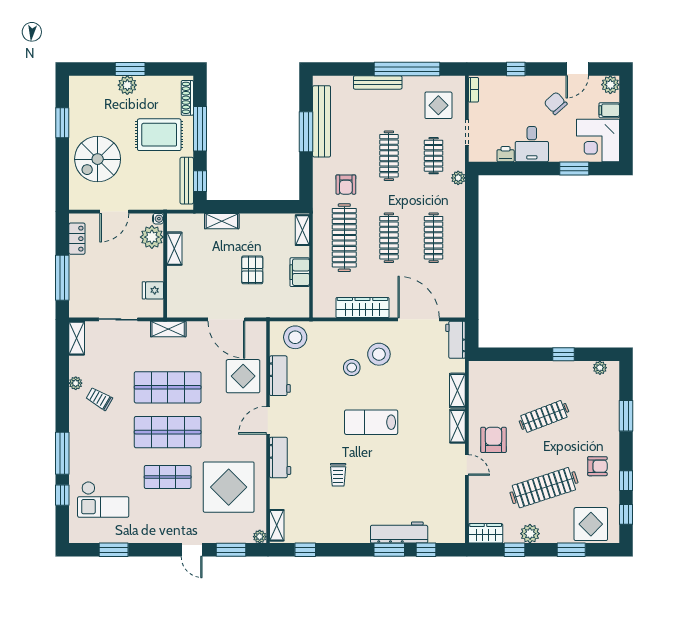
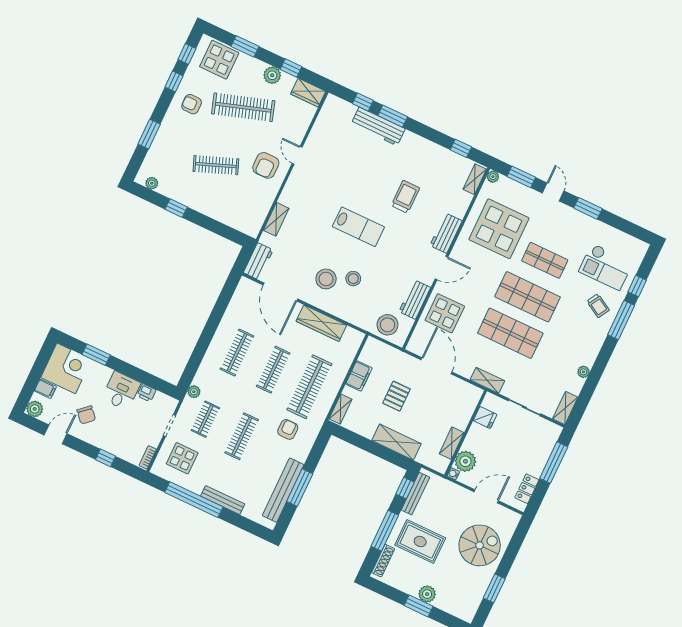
shelving: (222, 221) -> (396, 442), width x1.50, depth x1.33
trolley: (99, 399) -> (598, 306), moved
shelving: (458, 426) -> (290, 190), removed
trolley: (338, 475) -> (405, 197), width x1.36, depth x1.39
checkout: (103, 499) -> (606, 267), turned 180
window: (114, 550) -> (588, 208), moved

